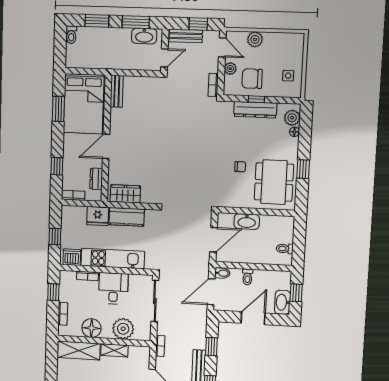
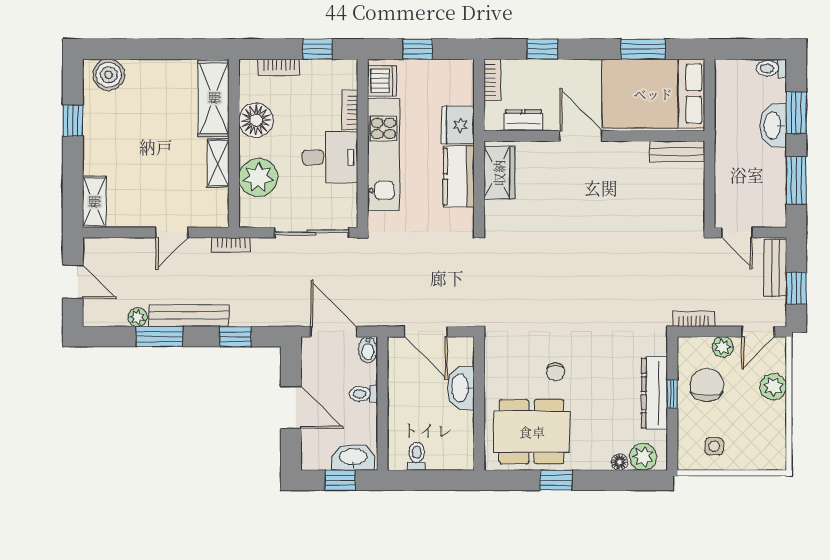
washbasin: (144, 36) -> (773, 126), moved
washbasin: (282, 302) -> (353, 457), moved

